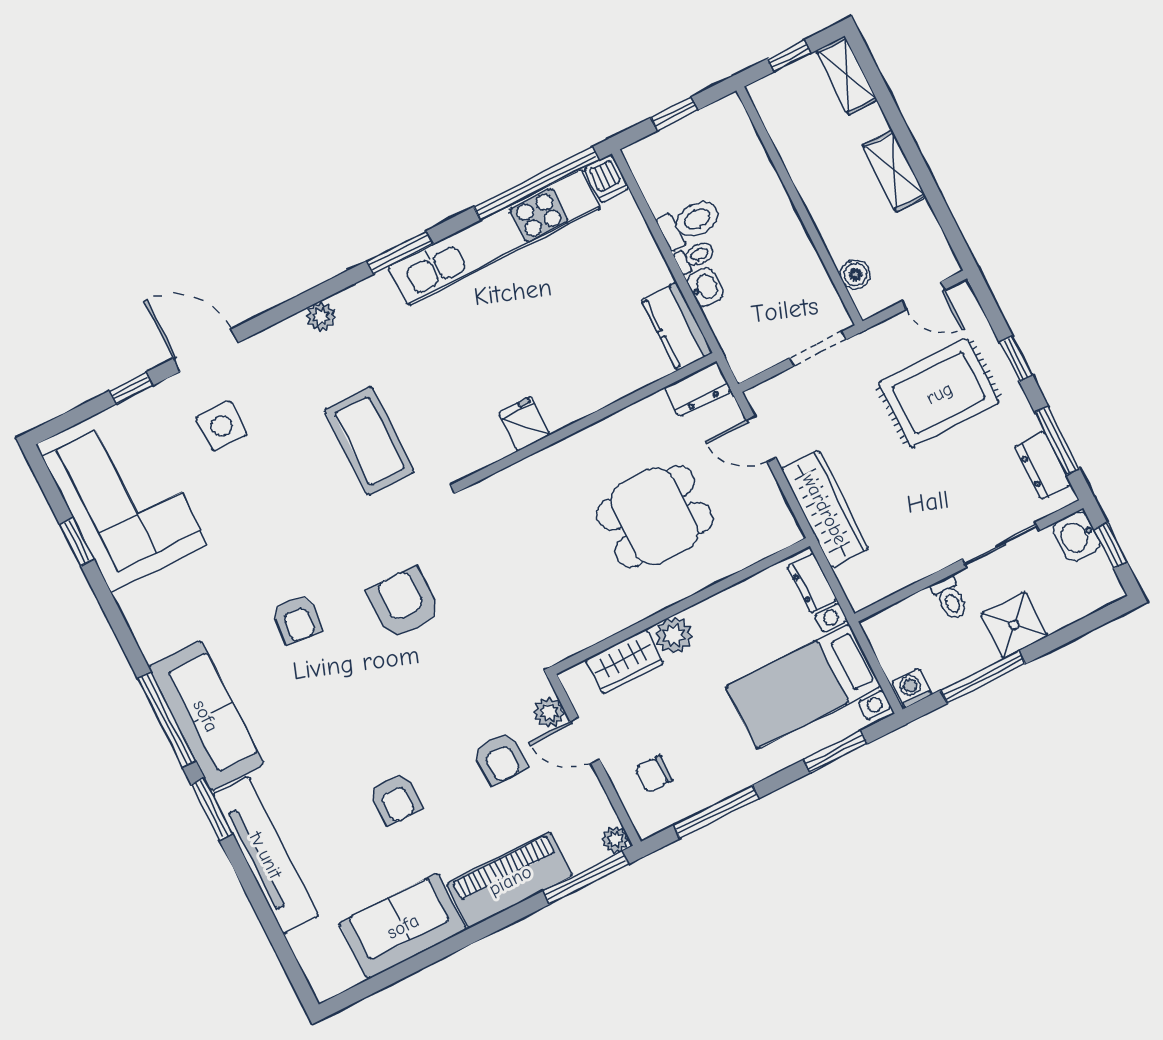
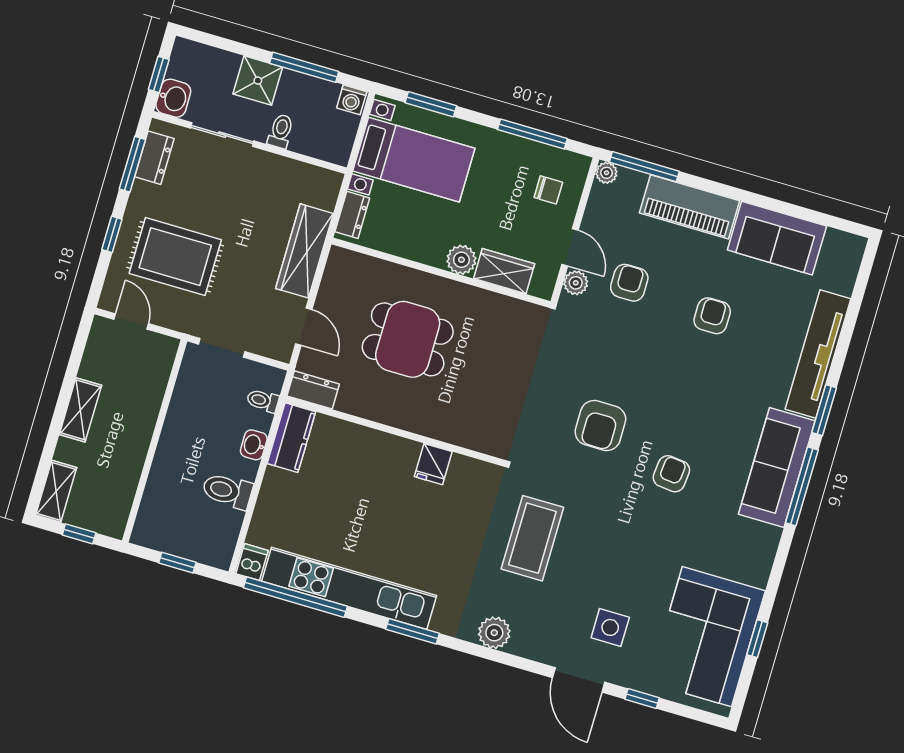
toilet: (695, 257) -> (263, 401), moved
boiler: (855, 274) -> (159, 371), removed
plant: (321, 317) -> (494, 633), width x1.38, depth x1.38

